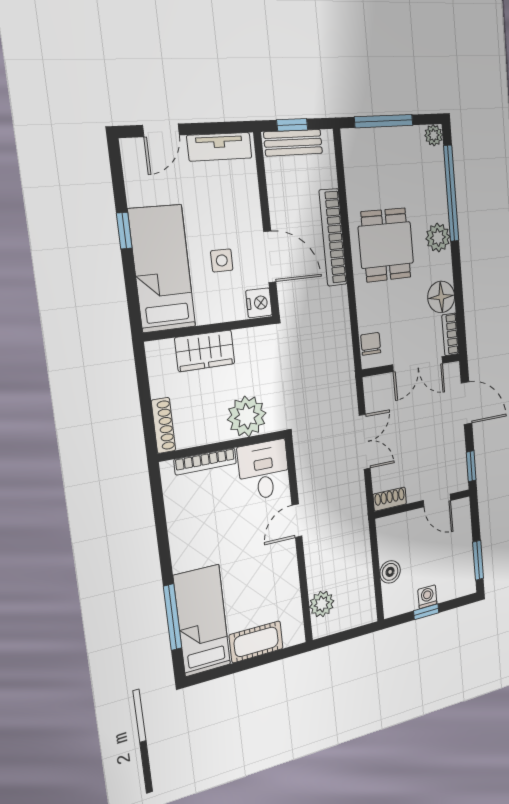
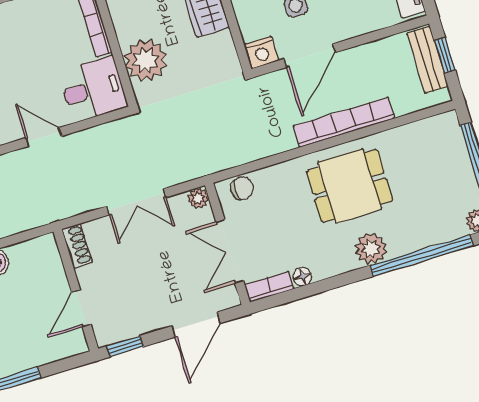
floor lamp: (441, 297) -> (302, 277), width x0.53, depth x0.53
plant: (372, 385) -> (198, 198), added

